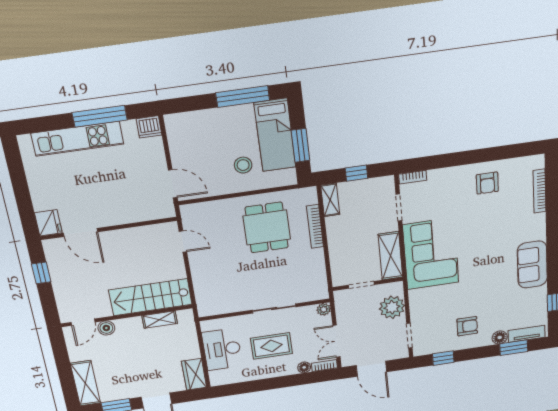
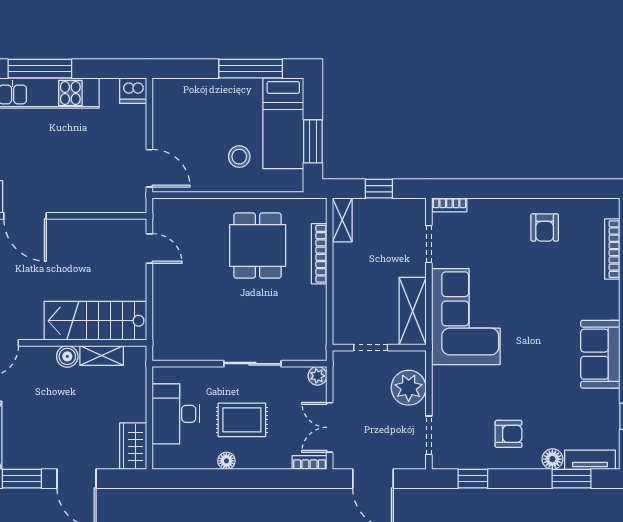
window: (100, 116) -> (40, 69), moved
boiler: (106, 328) -> (67, 356), moved
floor lamp: (304, 367) -> (226, 461), moved

